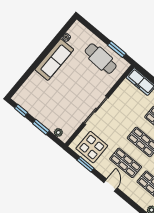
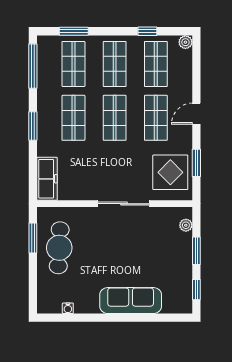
sofa: (54, 60) -> (131, 301), moved

